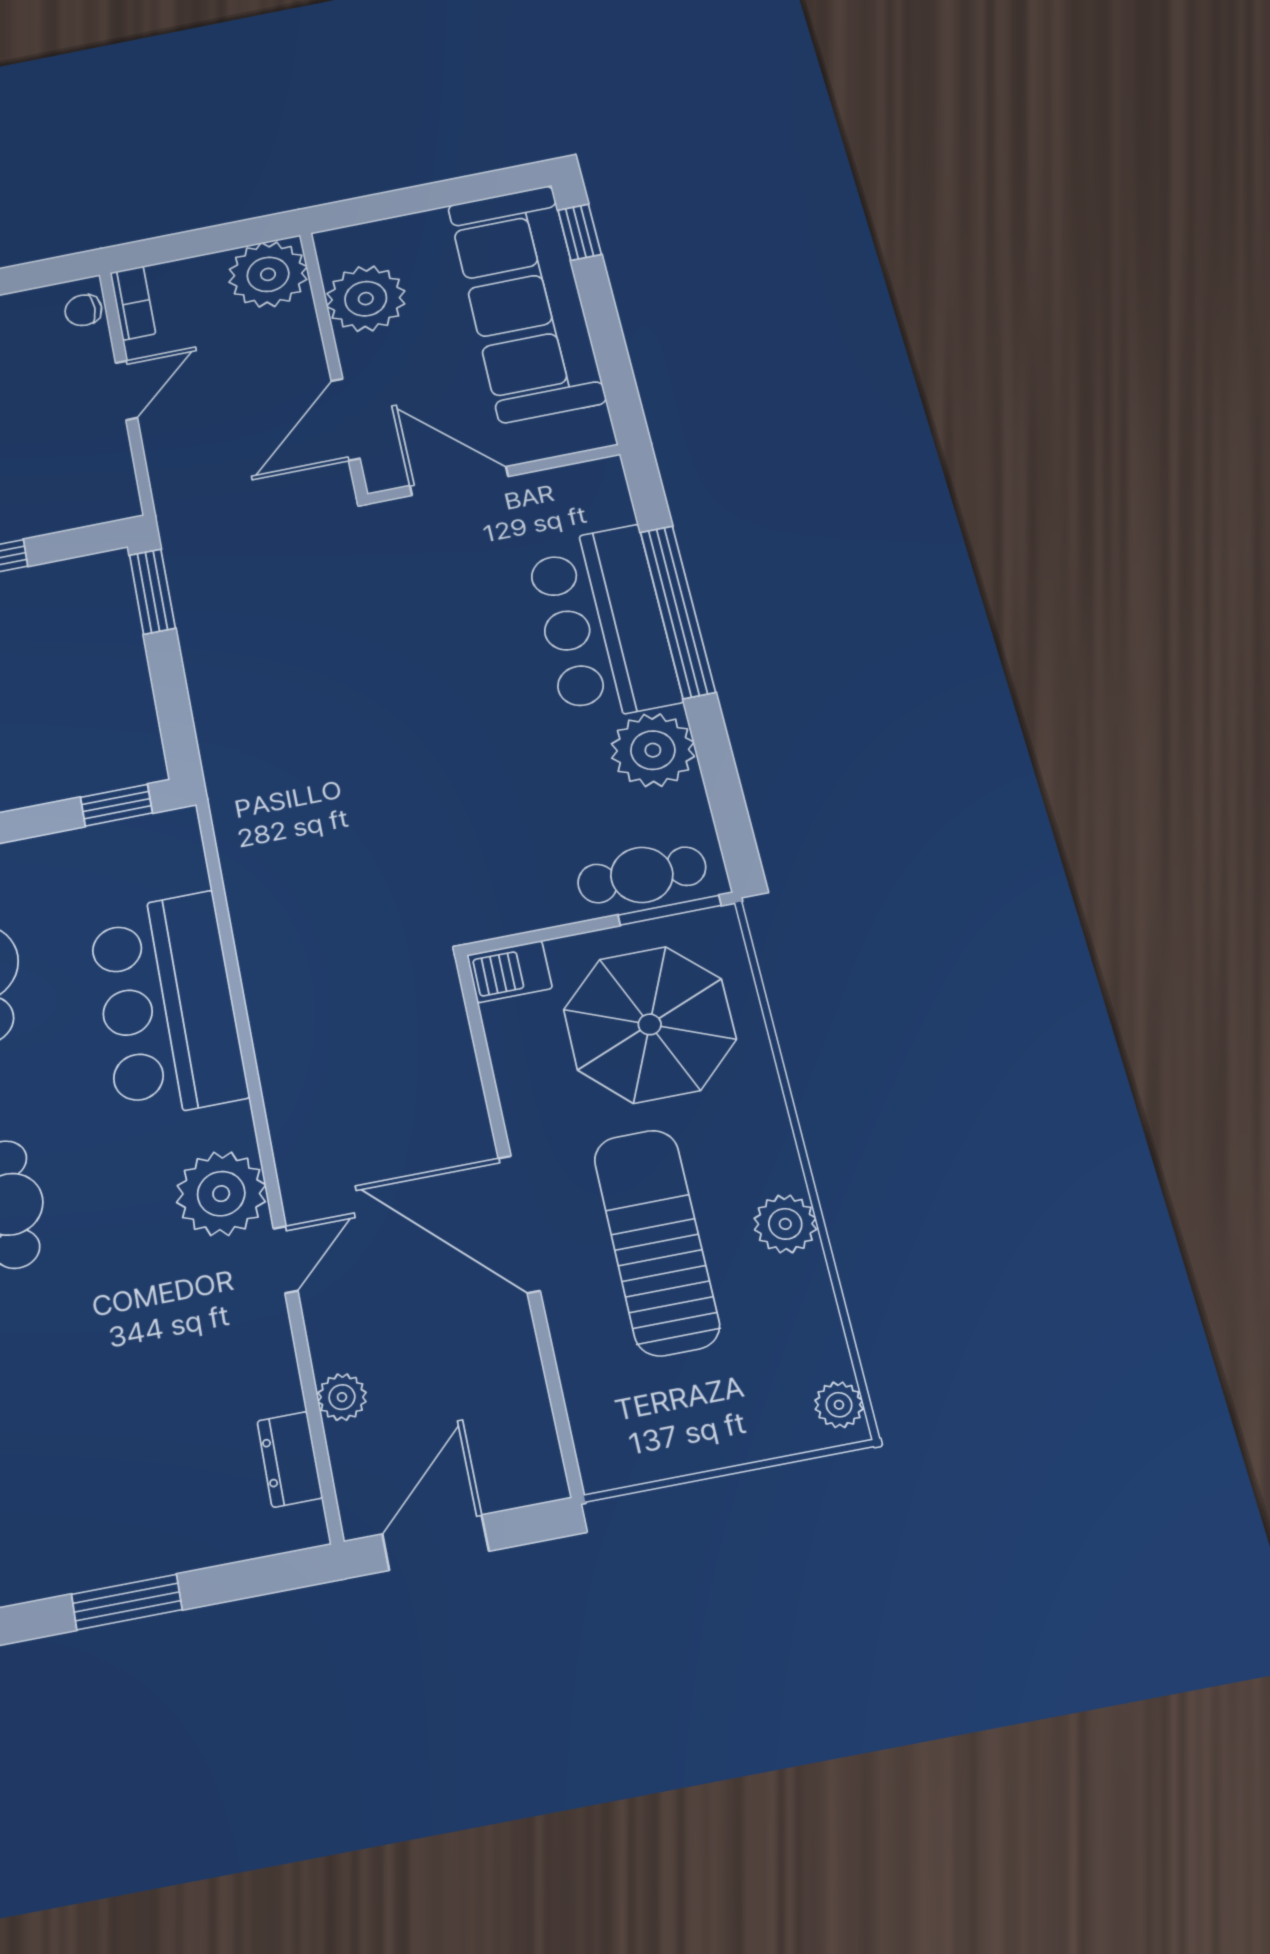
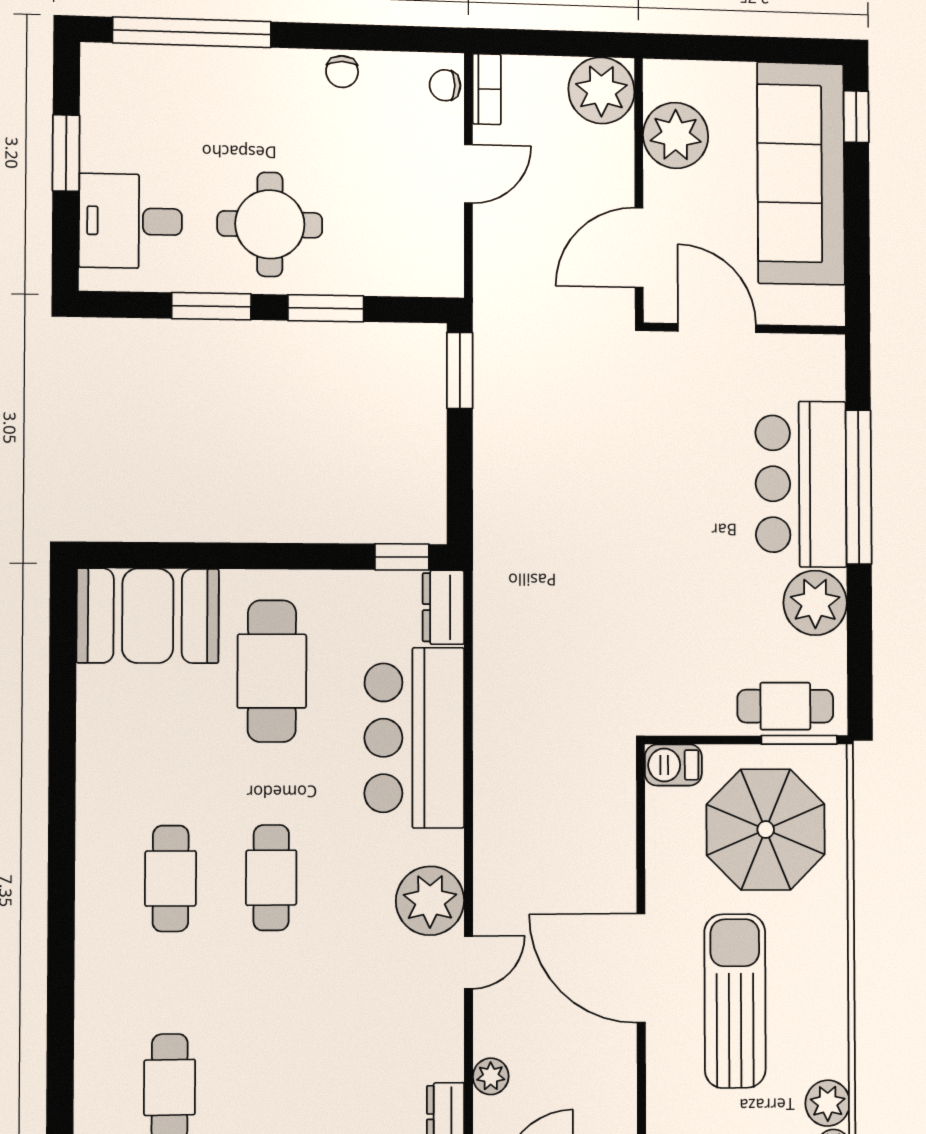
dresser: (178, 850) -> (443, 607), added
plant: (785, 1224) -> (828, 1103), moved

